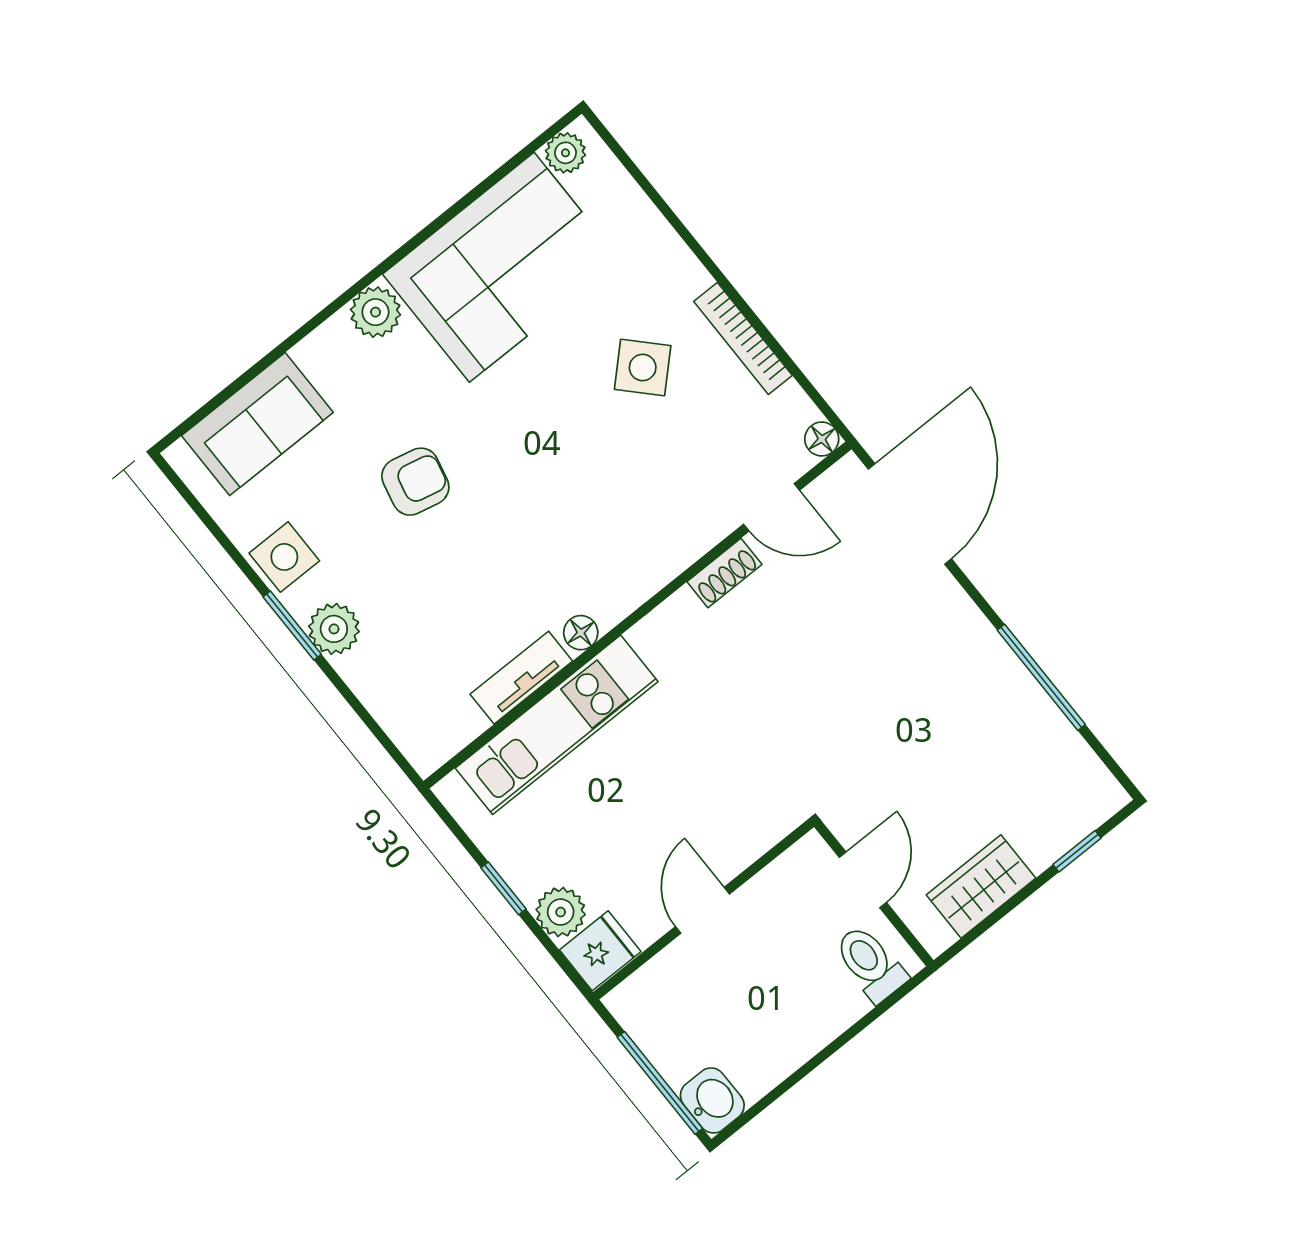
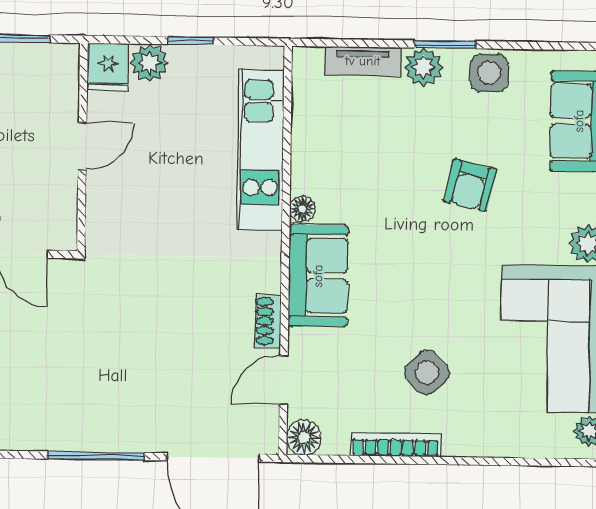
floor lamp: (822, 439) -> (304, 438), width x1.37, depth x1.37
sofa: (636, 560) -> (318, 276), added
window: (1041, 677) -> (96, 456), moved
tv unit: (521, 678) -> (363, 61), moved, turned 90
door: (702, 910) -> (82, 146), hinge flipped

